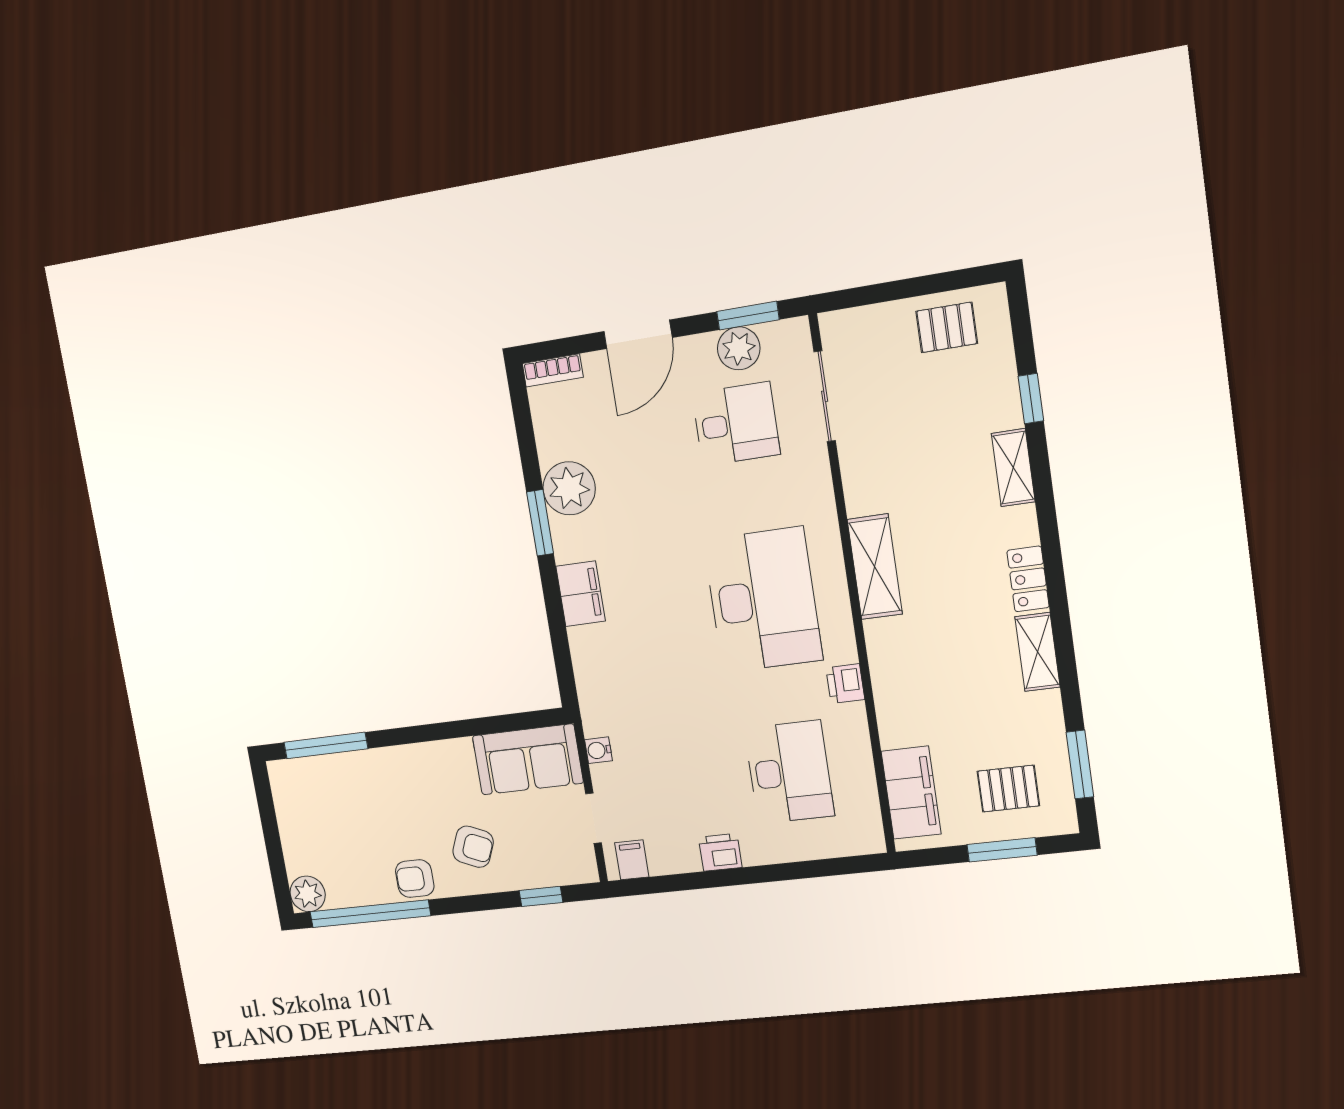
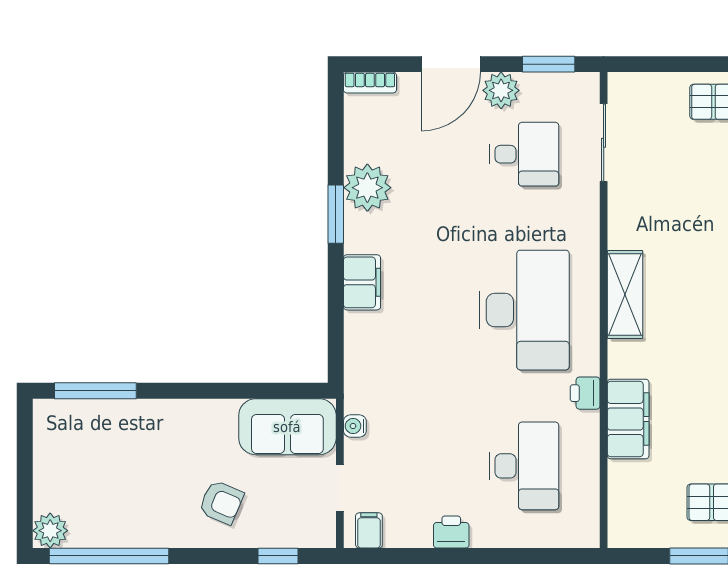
plant: (739, 348) -> (501, 90), moved
filing cabinet: (911, 793) -> (628, 419), moved
armchair: (415, 879) -> (159, 527), removed

